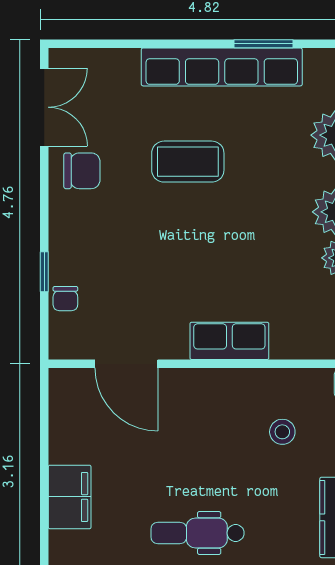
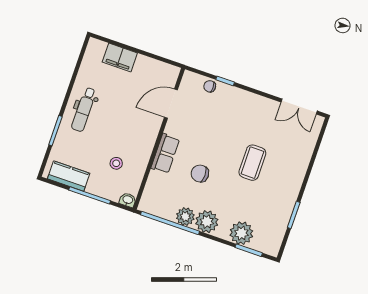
row of seats: (222, 67) -> (290, 193), removed
chair: (82, 171) -> (200, 174), moved, turned 90
dental chair: (198, 533) -> (84, 109), turned 180

